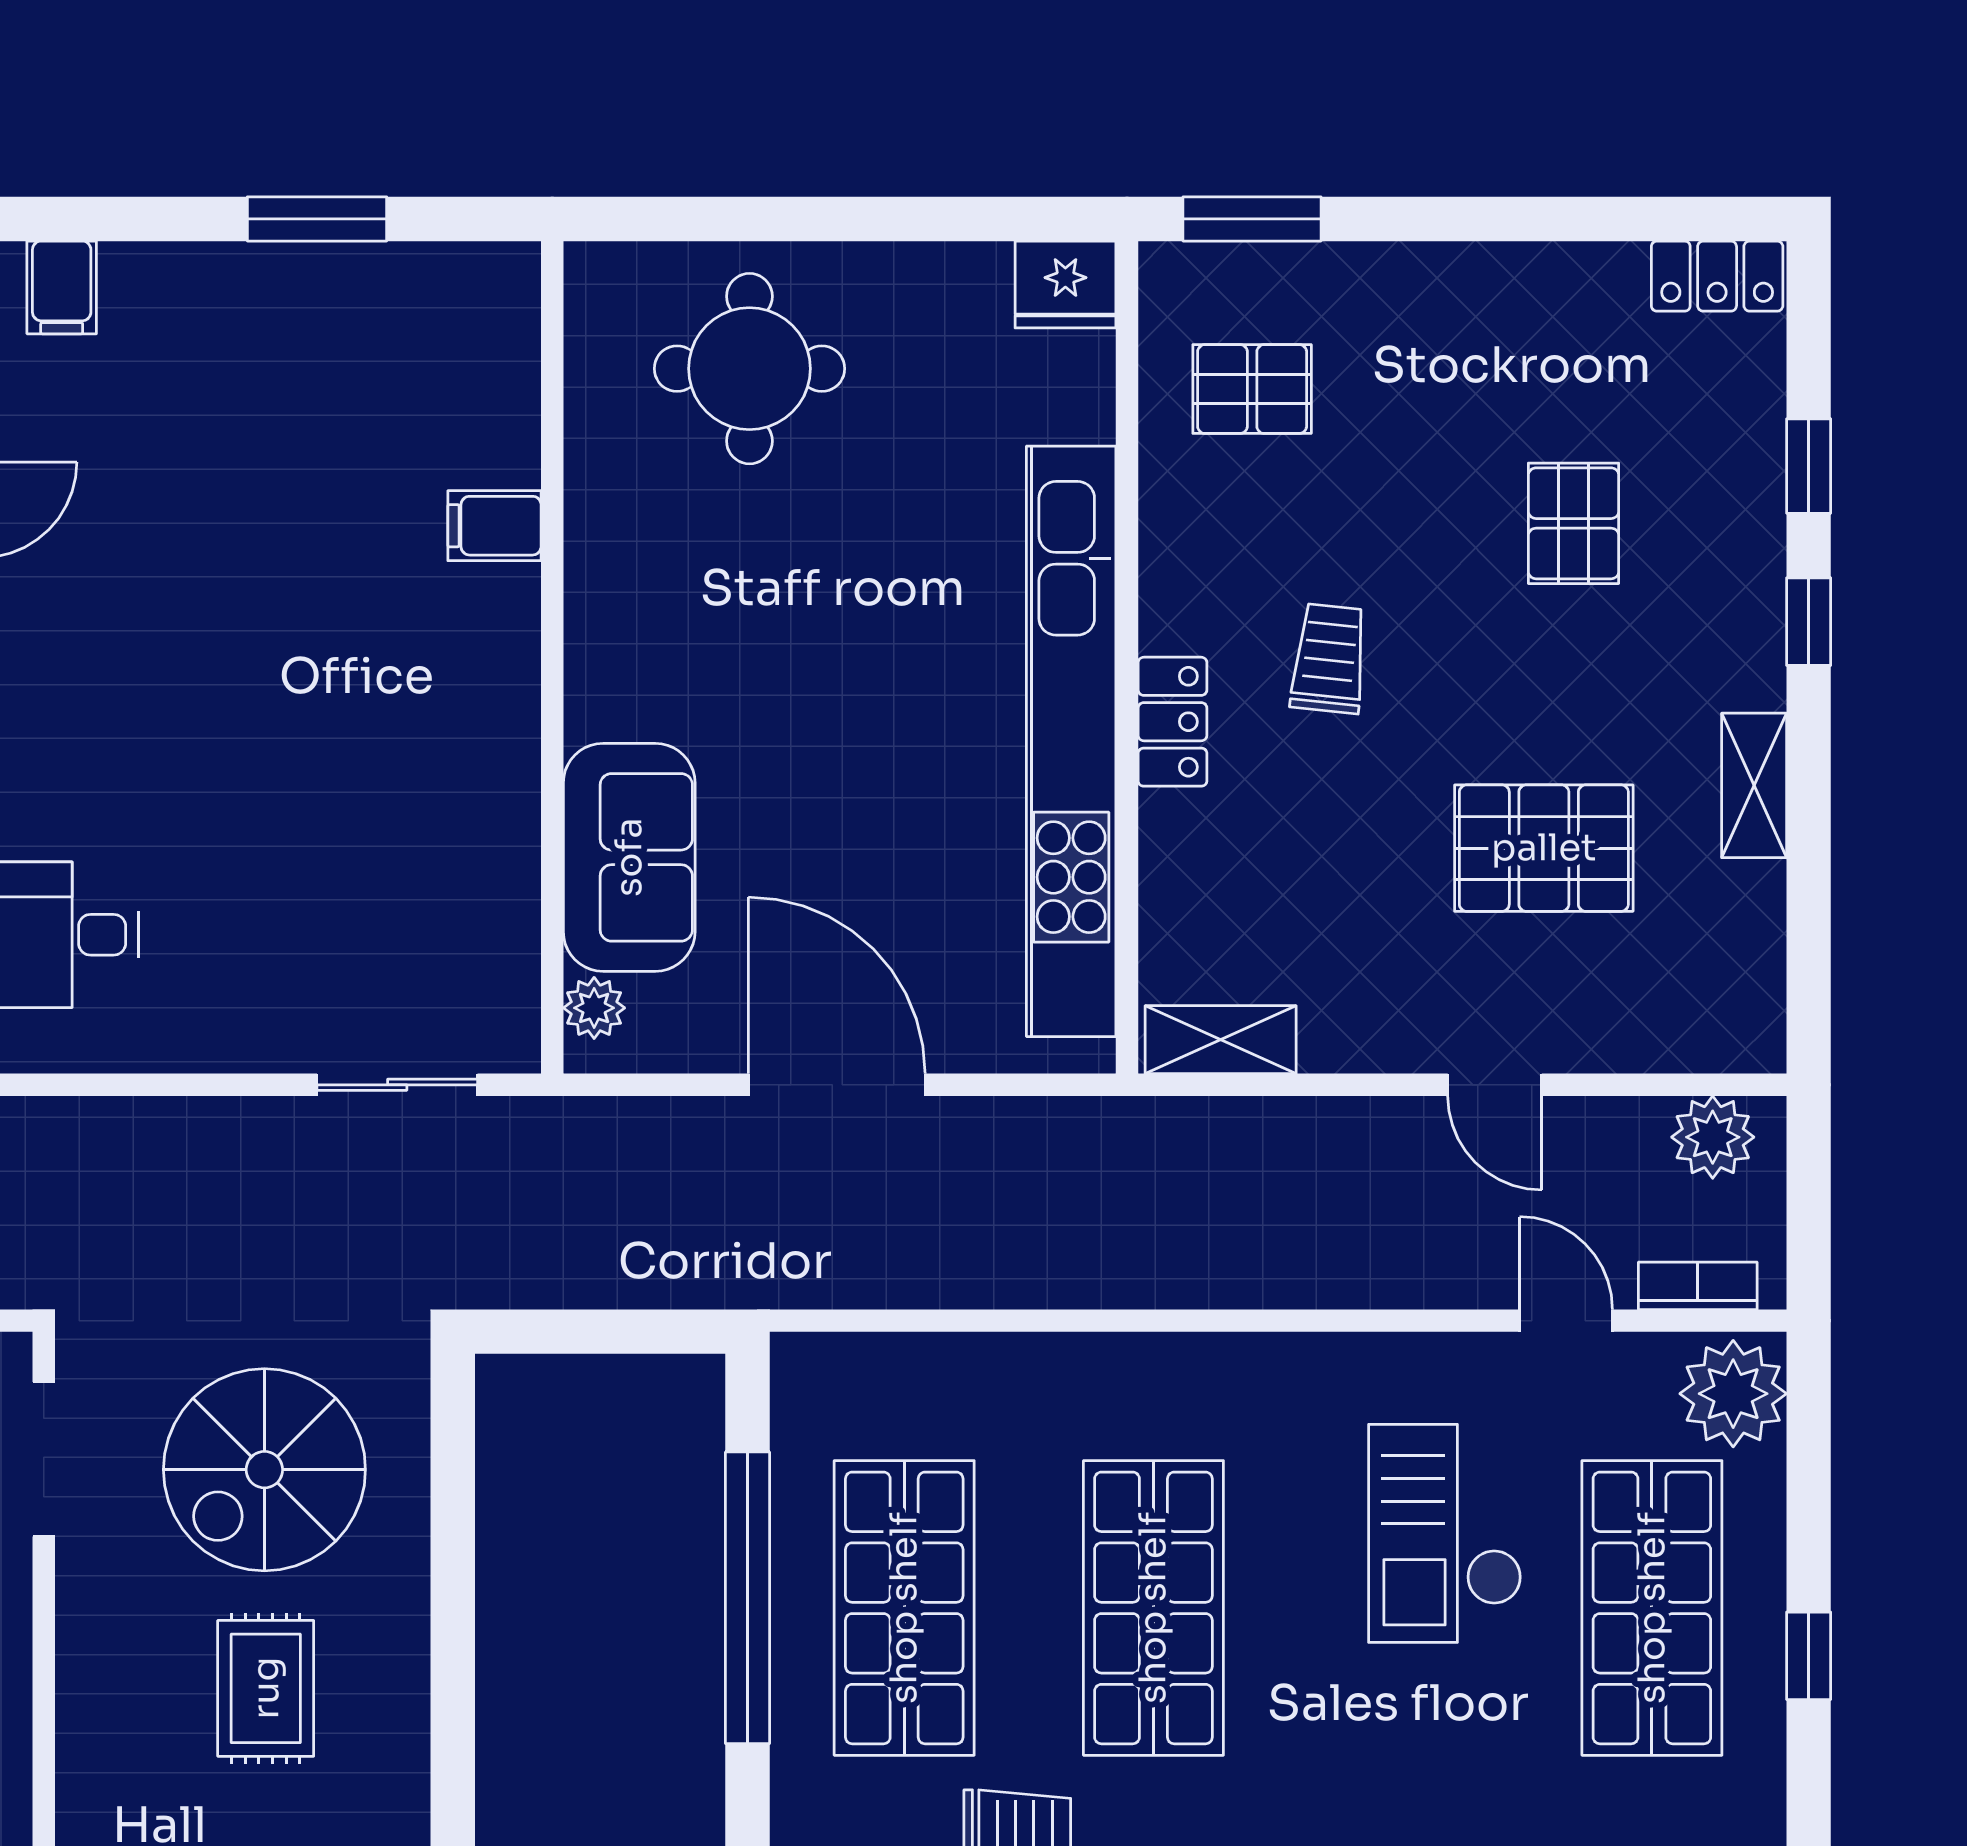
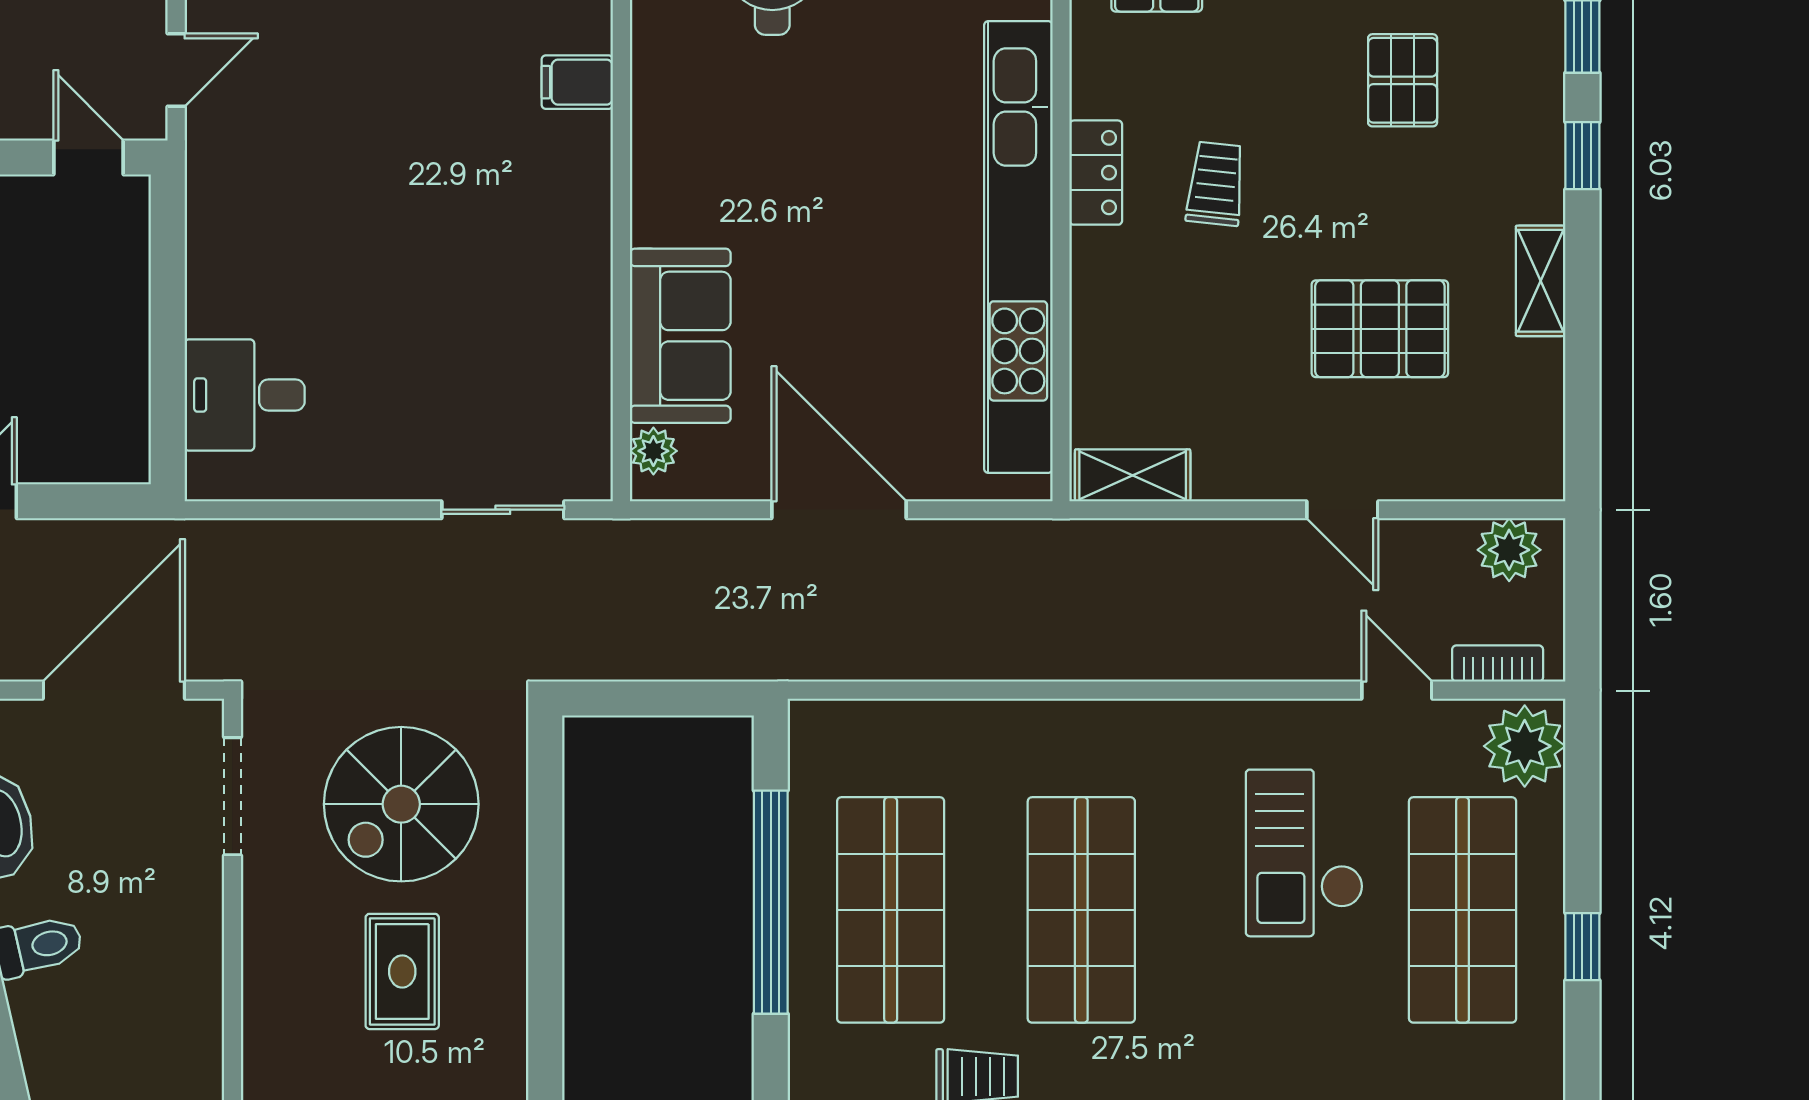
locker: (1173, 722) -> (1096, 173), moved

